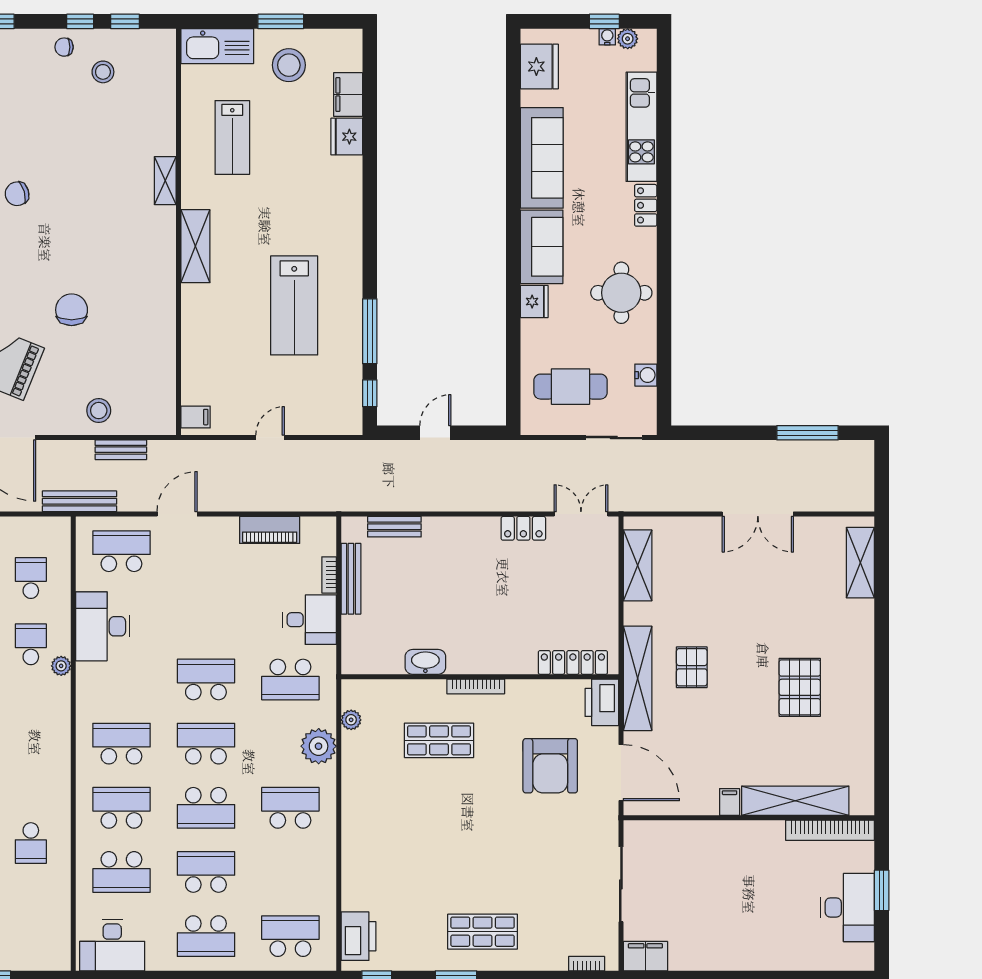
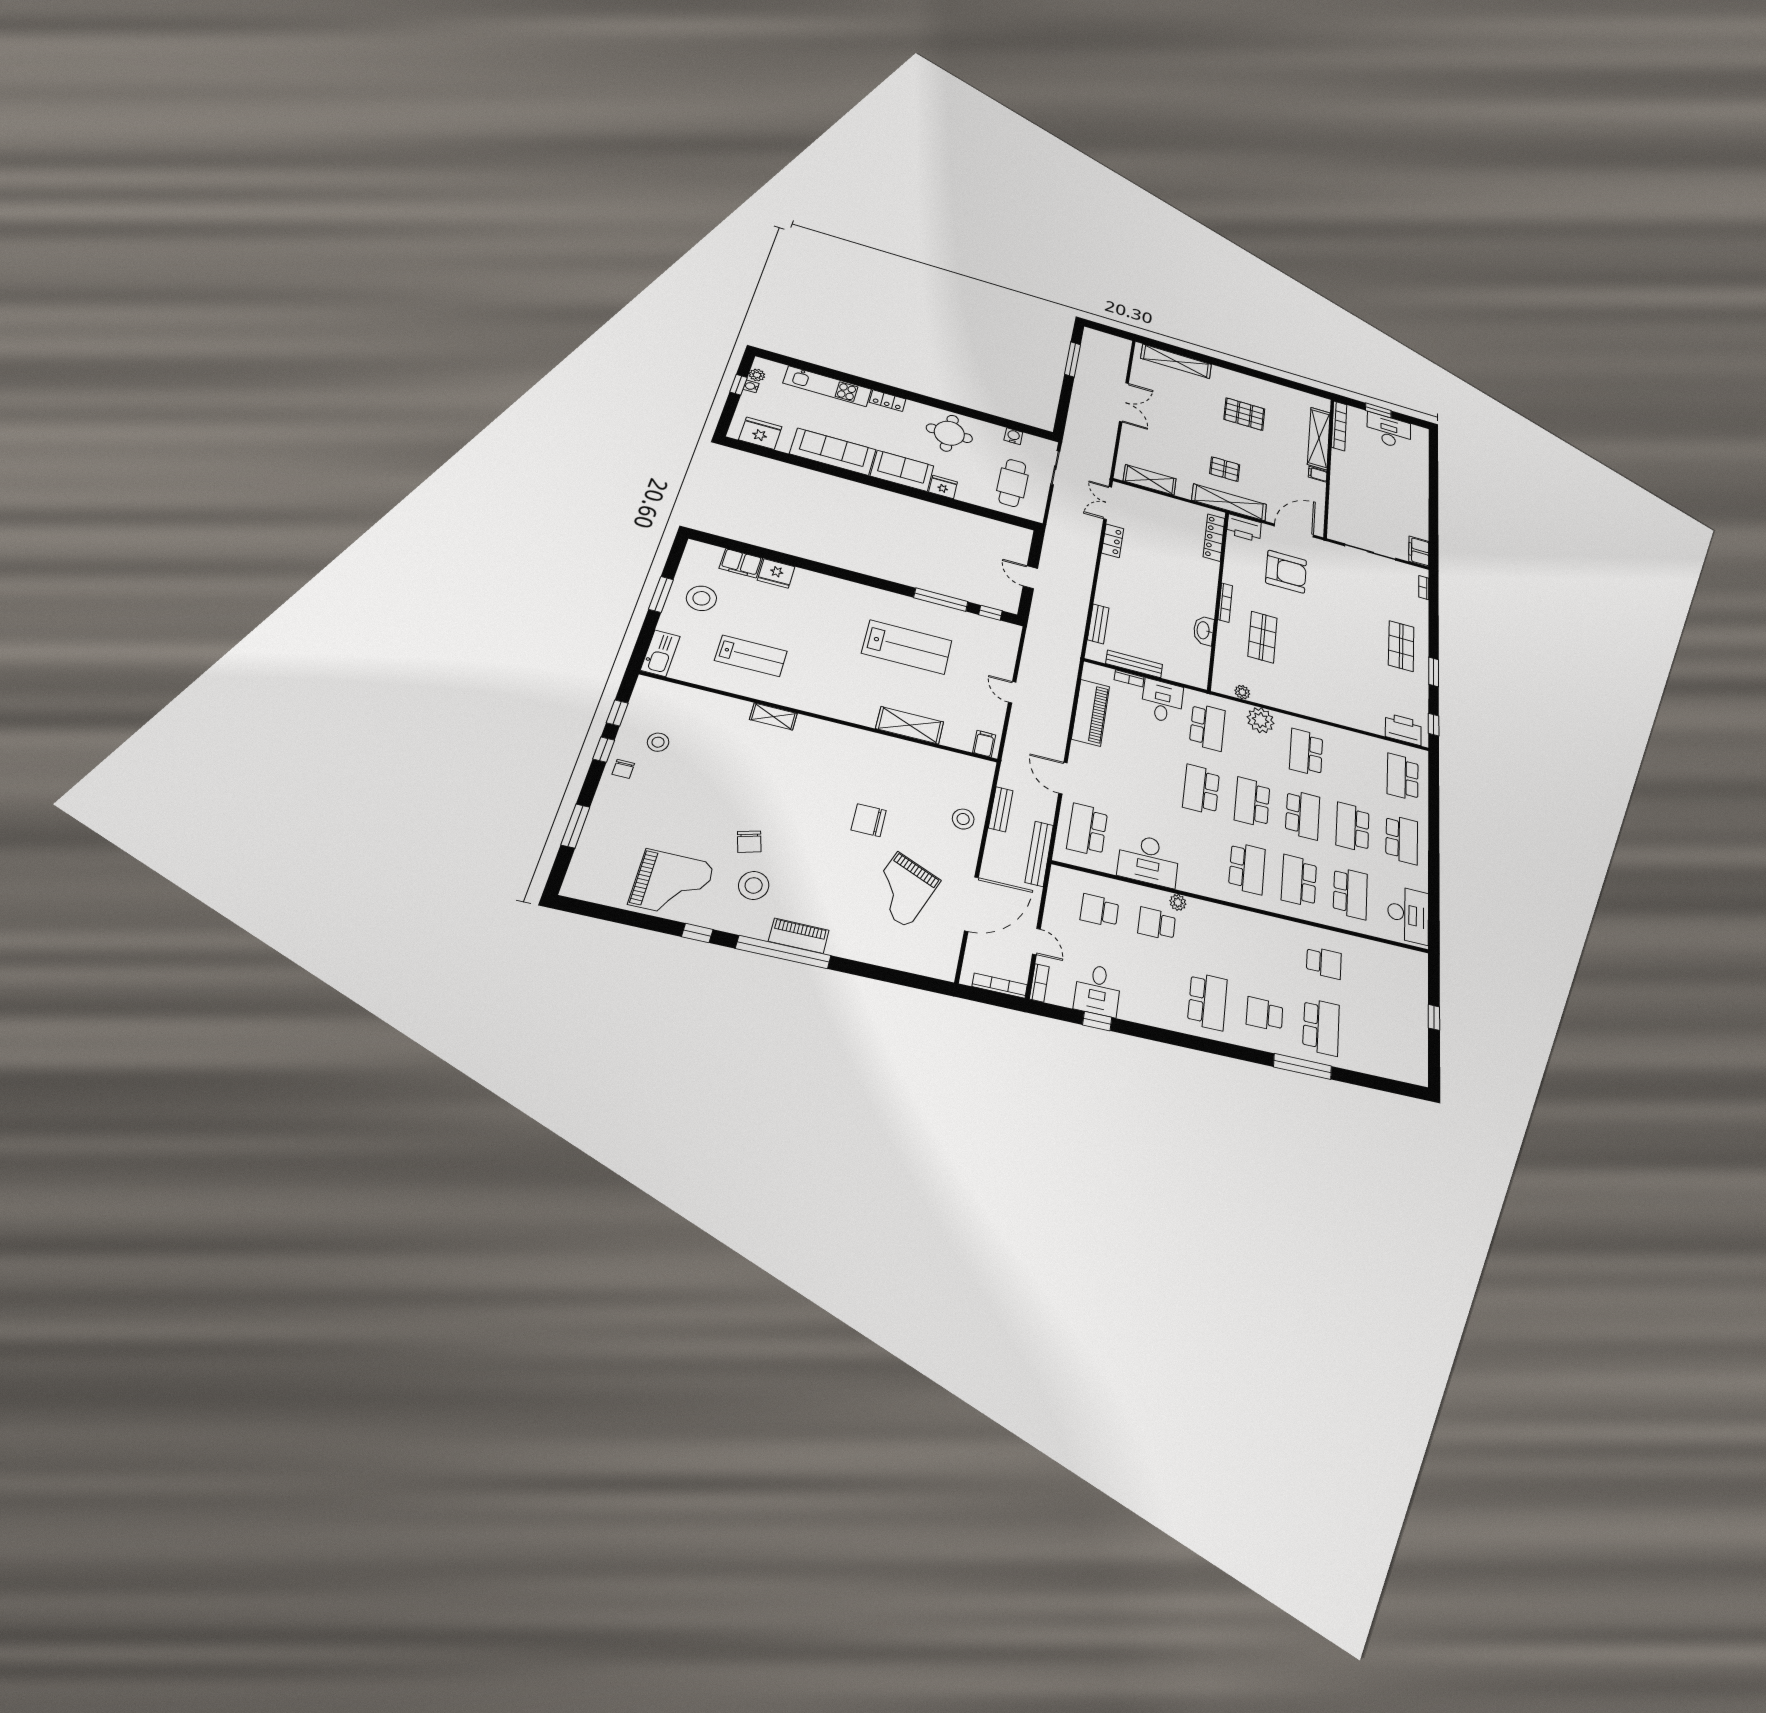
kitchen sink: (217, 46) -> (660, 653), width x0.73, depth x0.81
shelving: (195, 246) -> (910, 725), moved
piano: (270, 530) -> (1091, 713), width x1.37, depth x1.33
shelving: (860, 563) -> (1176, 361), width x1.47
school desk: (121, 744) -> (1247, 868), turned 180

